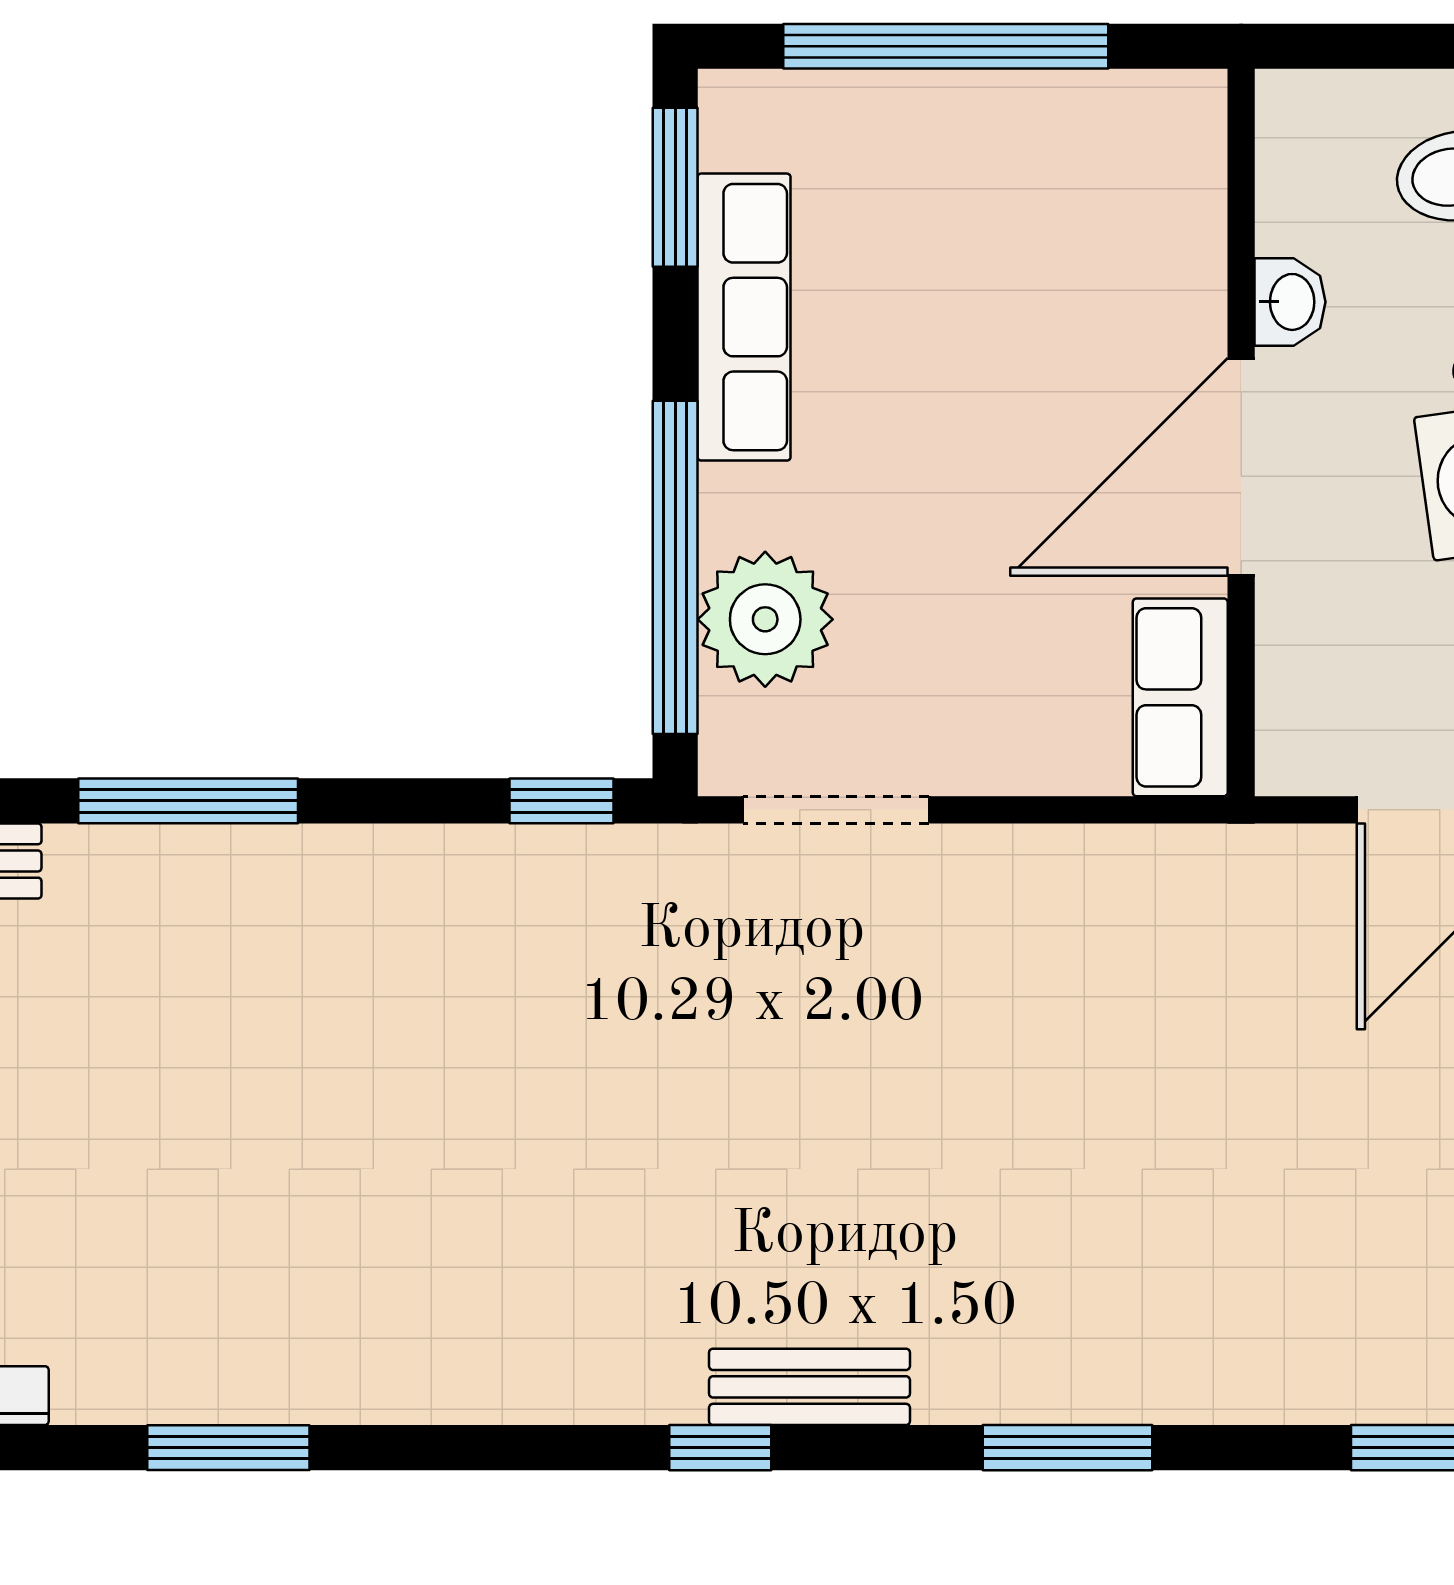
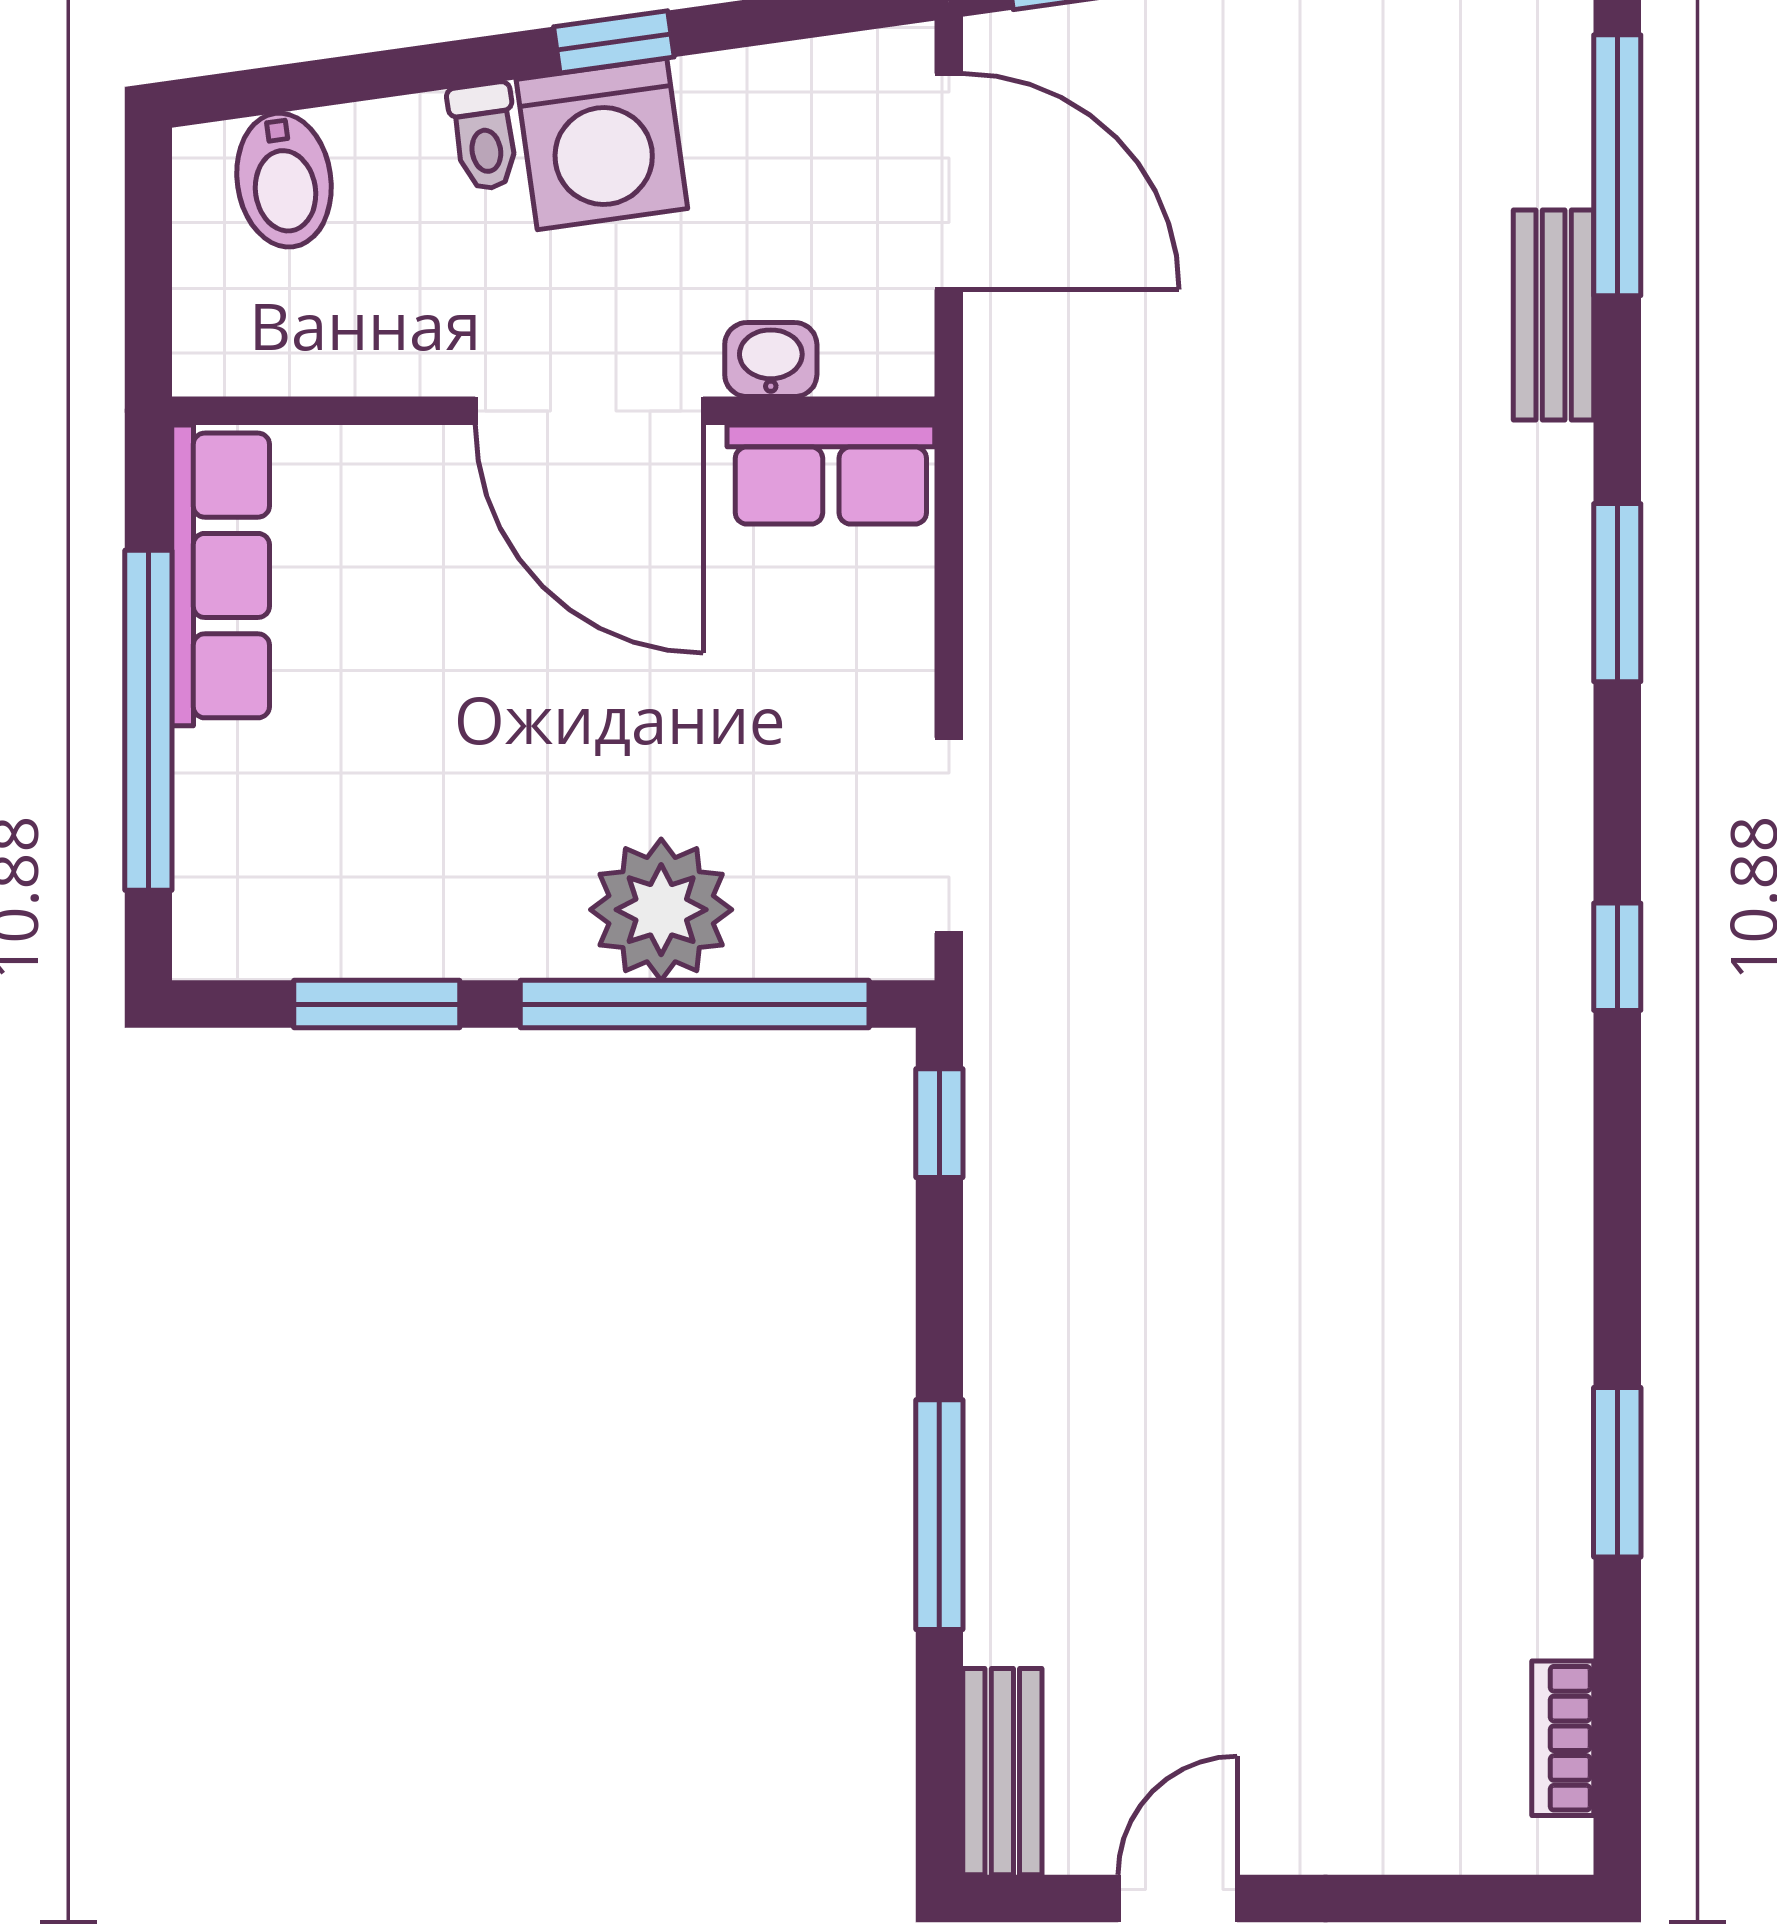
window: (675, 187) -> (377, 1004), moved
washbasin: (1290, 302) -> (771, 360), moved
row of seats: (744, 317) -> (221, 575), moved, turned 90
plant: (765, 619) -> (661, 910), moved
bench: (810, 1387) -> (1554, 315), moved

